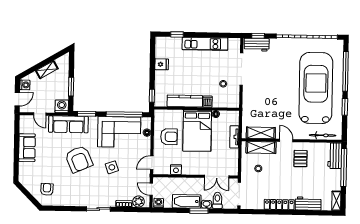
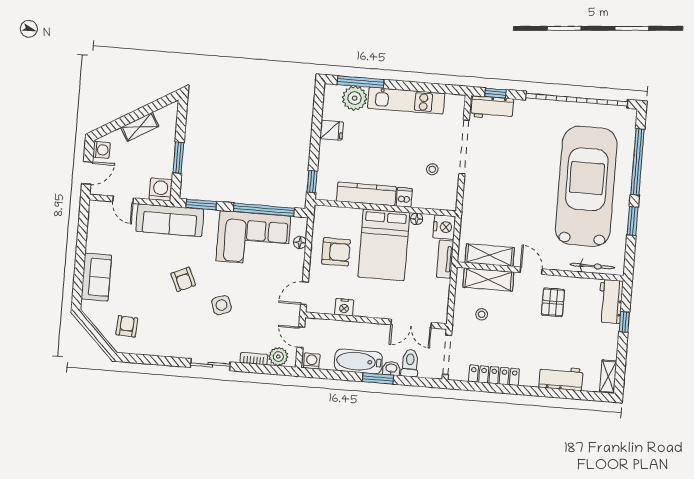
window: (177, 34) -> (360, 82), width x2.17
plant: (174, 44) -> (355, 98), added
nightstand: (233, 118) -> (444, 227), added
sofa: (27, 148) -> (96, 277), moved
armchair: (79, 159) -> (183, 279), width x0.53, depth x0.53
side table: (112, 167) -> (221, 305), moved
window: (344, 168) -> (624, 322), width x0.32
locker: (279, 205) -> (494, 375), moved

